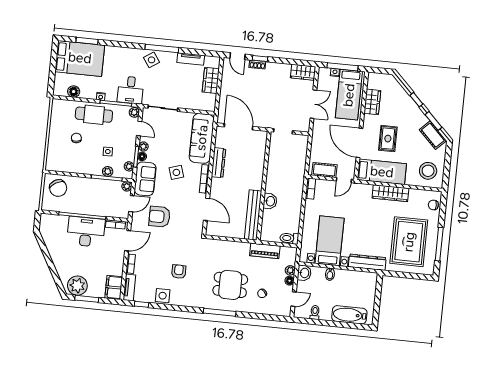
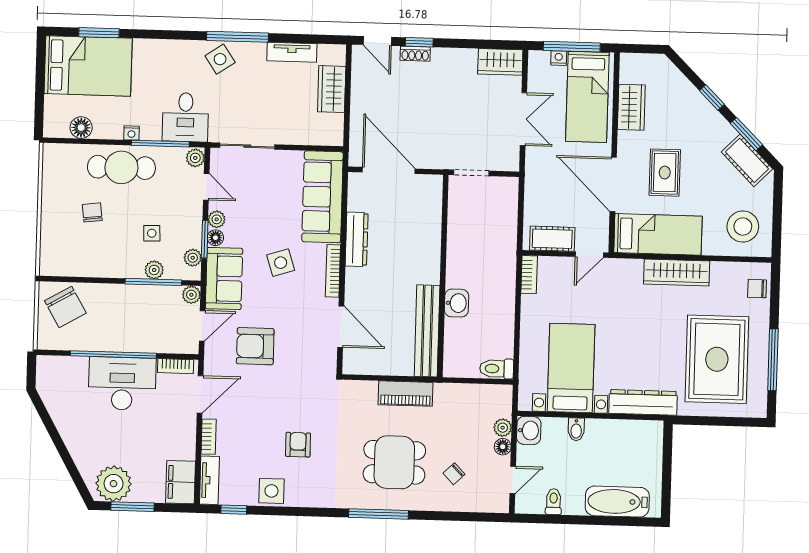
piano: (265, 251) -> (406, 394), moved

